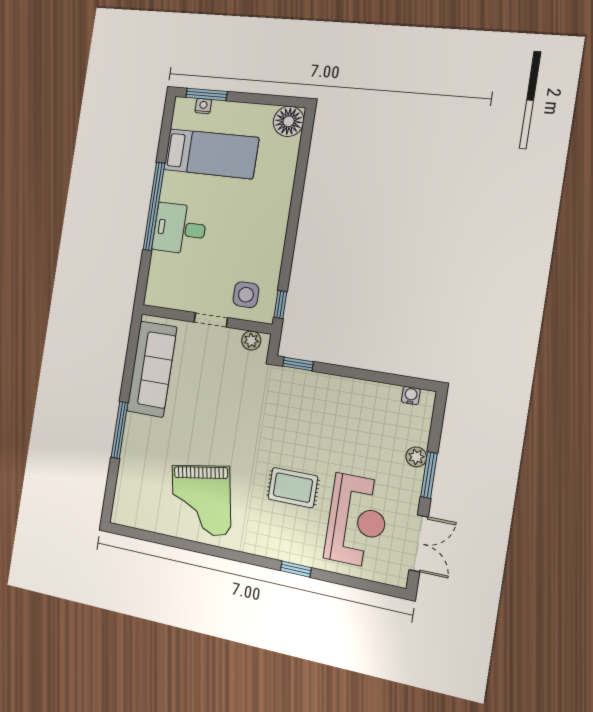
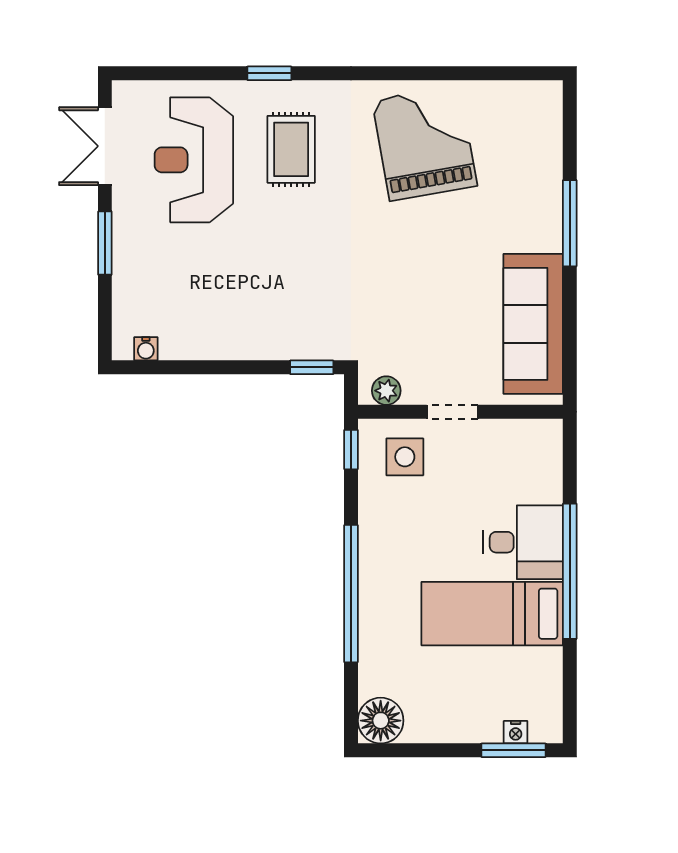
bed: (211, 154) -> (492, 614), moved
window: (295, 208) -> (351, 594), added
plant: (416, 457) -> (126, 265), removed
rug: (293, 488) -> (291, 149), moved, turned 90

